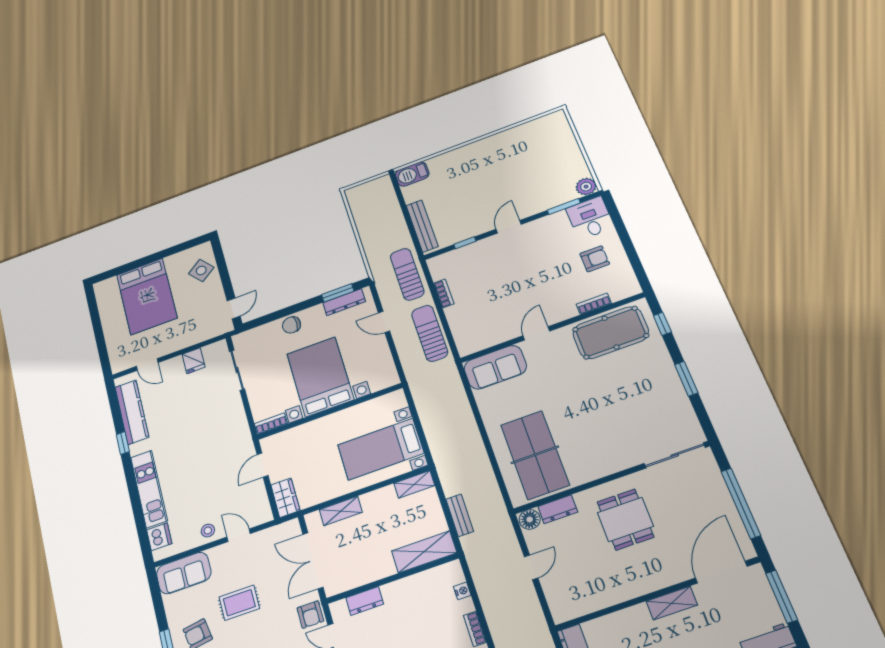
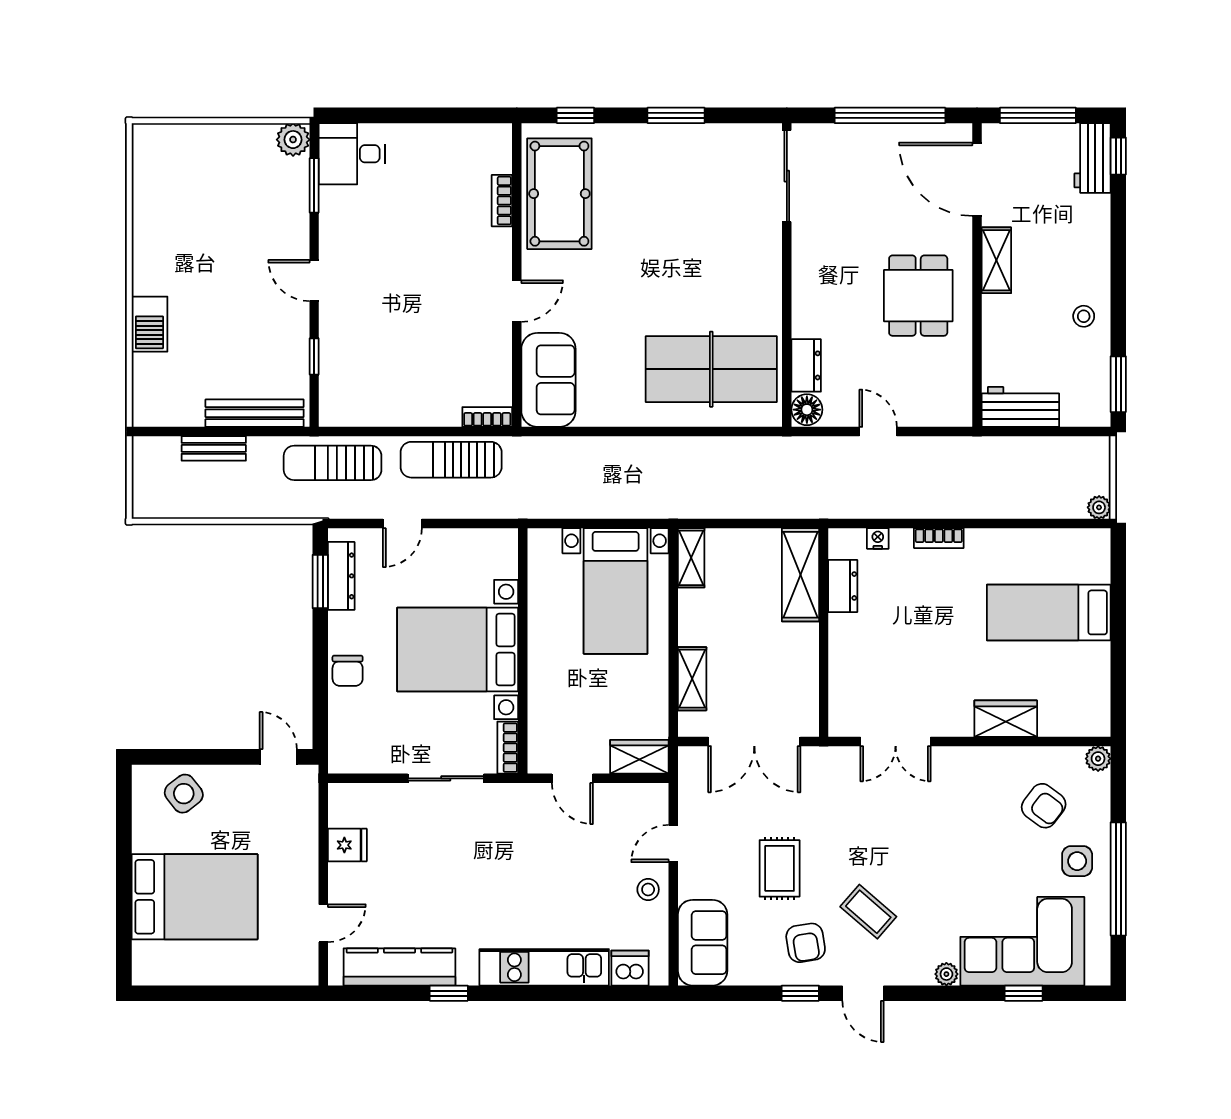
barbecue: (412, 174) -> (149, 324), moved
armchair: (595, 259) -> (426, 172), removed
bookcase: (444, 293) -> (487, 417), moved
door: (536, 333) -> (517, 301), swing flipped
sliding door: (237, 370) -> (446, 778), moved
bench: (460, 515) -> (214, 448), moved
dining table: (625, 519) -> (918, 296), moved, turned 90
dresser: (365, 601) -> (843, 586), moved
armchair: (310, 615) -> (835, 767), removed

